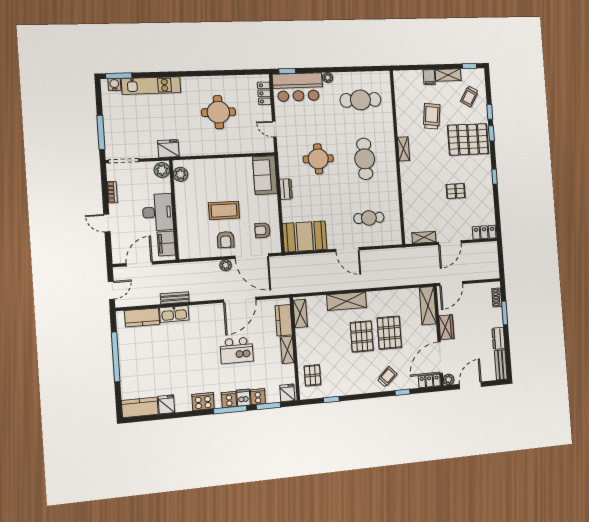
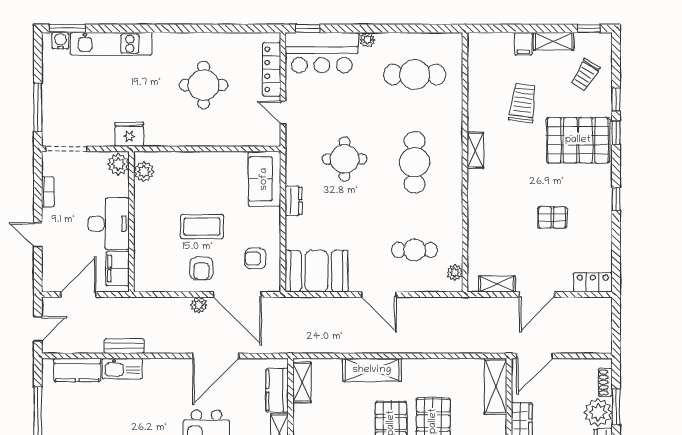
locker: (264, 93) -> (272, 69), width x1.53
plant: (396, 231) -> (455, 272), added
plant: (494, 318) -> (598, 412), added

